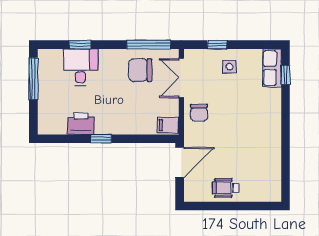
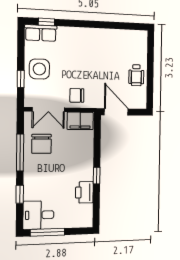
window: (149, 45) -> (20, 153), moved
desk: (81, 67) -> (38, 215), moved
side table: (229, 67) -> (39, 69), width x1.87, depth x1.87
chair: (199, 113) -> (77, 95), turned 180
filing cabinet: (168, 125) -> (80, 121), width x2.00

